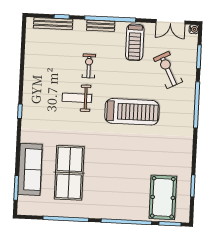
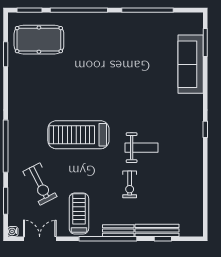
bench: (53, 24) -> (157, 230), moved
table tennis table: (69, 173) -> (146, 63), removed
pool table: (163, 197) -> (39, 40), turned 90

